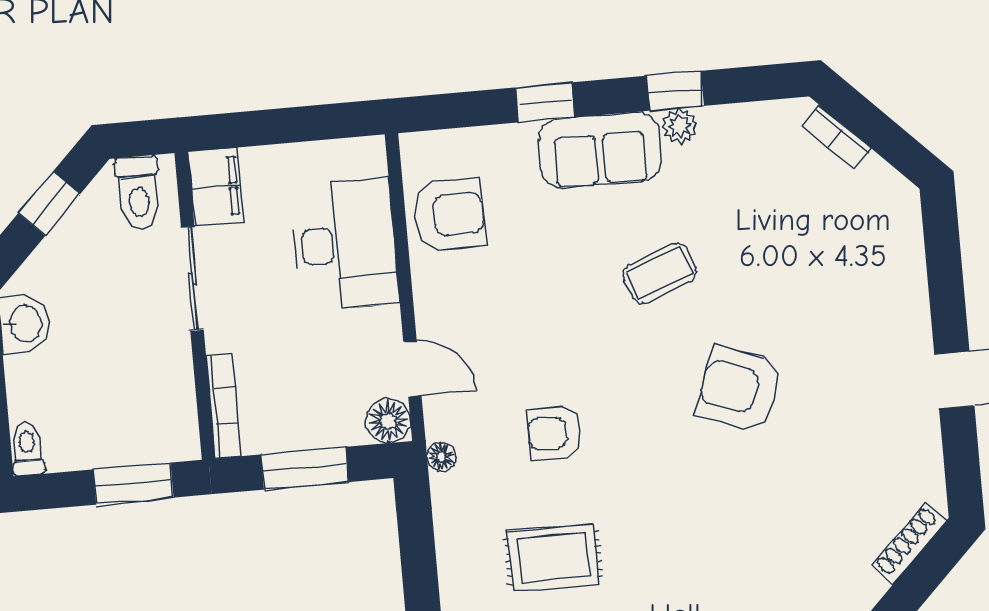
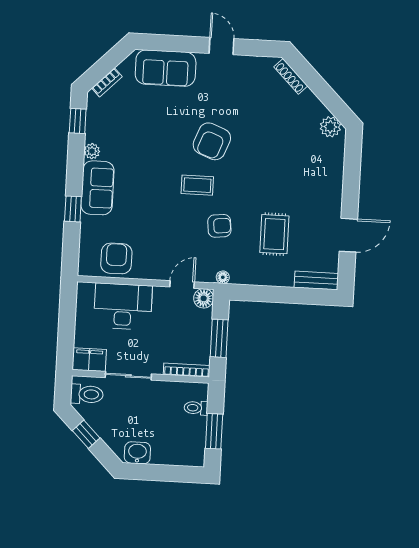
window: (675, 91) -> (78, 121), moved
sofa: (887, 263) -> (166, 68), added
coffee table: (660, 273) -> (197, 185), moved, turned -69
armchair: (554, 433) -> (219, 226), turned -96
toilet: (27, 449) -> (196, 408), moved
window: (133, 484) -> (214, 431), moved

